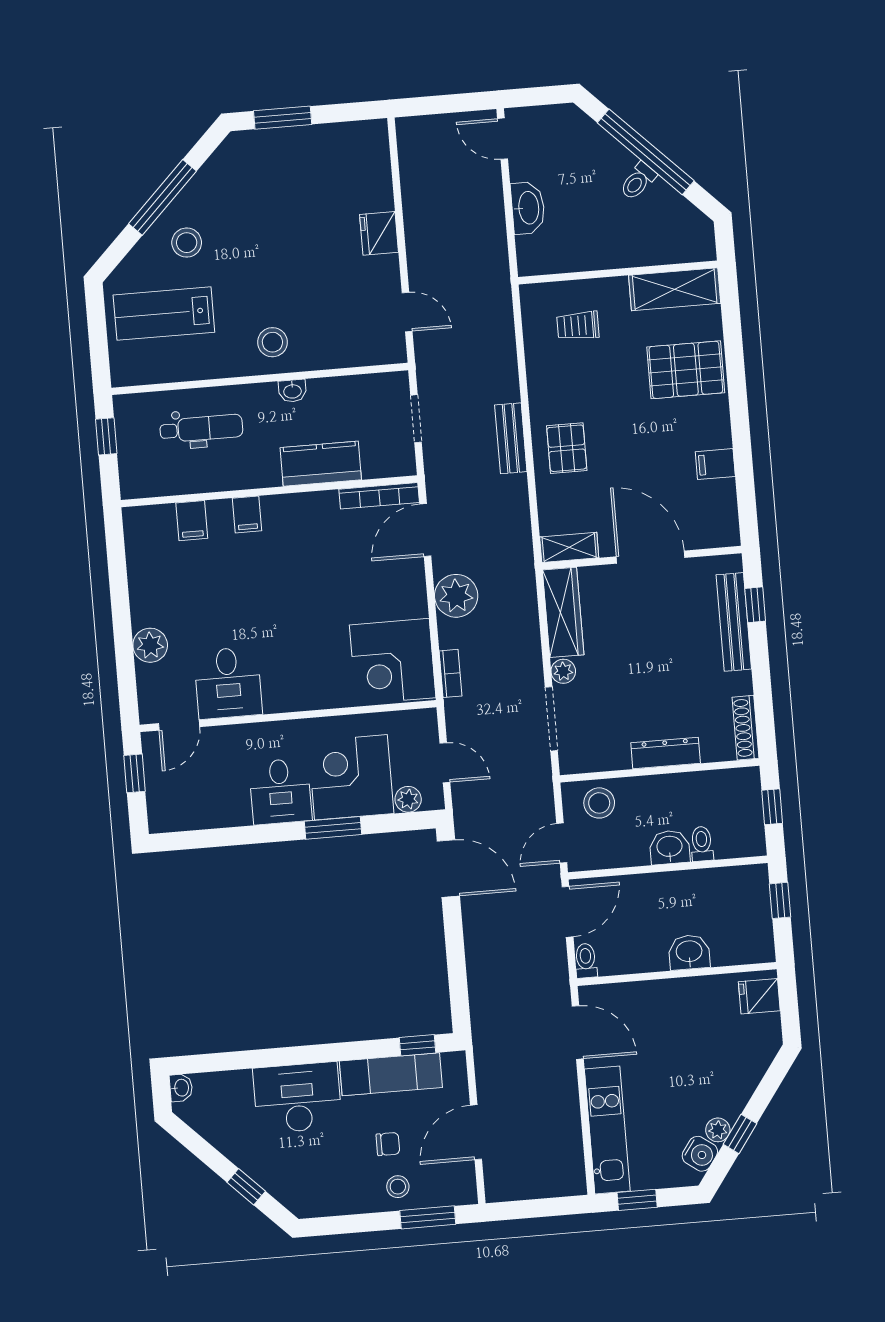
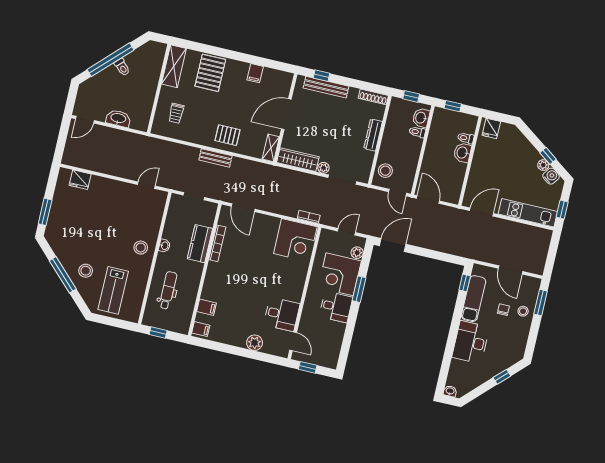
fridge: (379, 233) -> (80, 180), moved
bookcase: (379, 496) -> (217, 243), moved
filing cabinet: (247, 514) -> (201, 329), moved
plant: (456, 596) -> (276, 204), removed
washbasin: (670, 847) -> (421, 118), moved
toilet: (586, 961) -> (466, 138), moved

